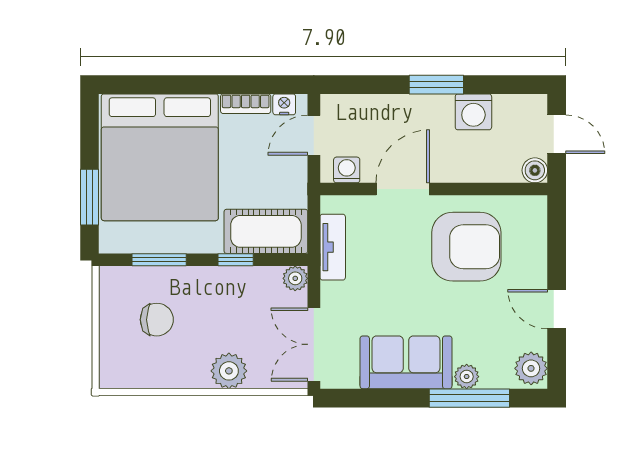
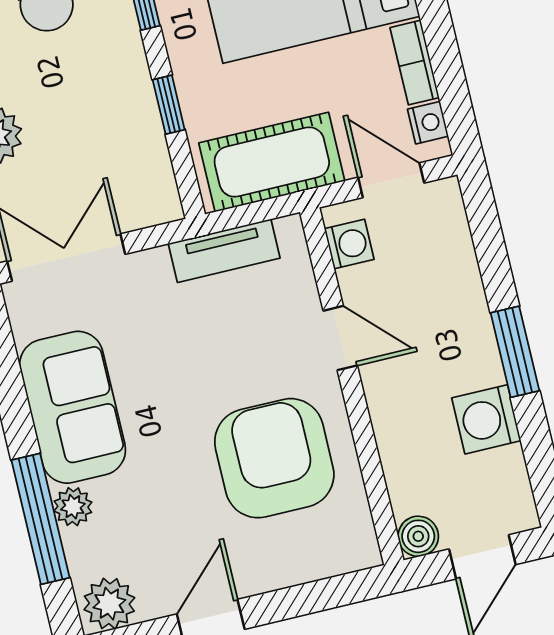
door: (403, 189) -> (340, 338), width x0.73
cot: (266, 231) -> (272, 162), moved, turned 90
armchair: (466, 247) -> (274, 458), turned 180
plant: (295, 278) -> (162, 204), removed

